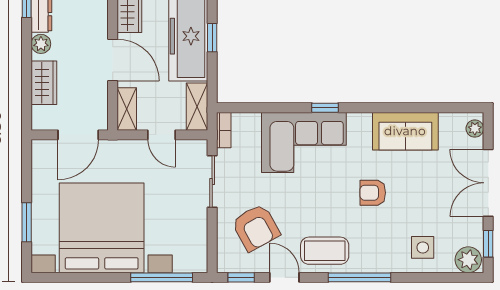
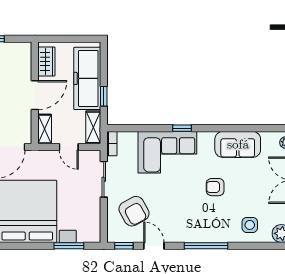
window: (212, 38) -> (104, 96), moved
door: (113, 60) -> (35, 95), hinge flipped
coffee table: (325, 251) -> (182, 227), removed
window: (162, 277) -> (69, 246), width x0.69

